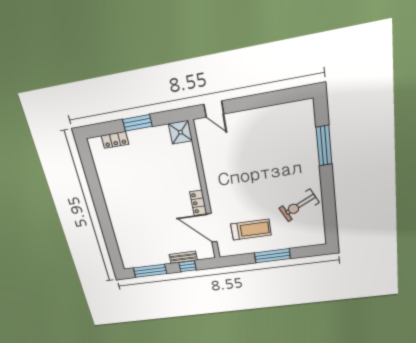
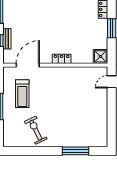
locker: (198, 203) -> (62, 59), moved

